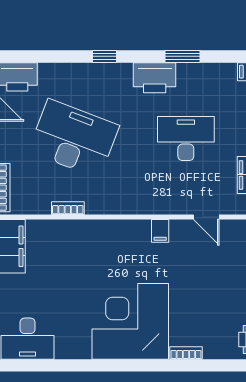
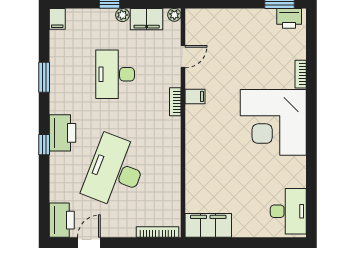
printer: (155, 78) -> (62, 133), moved
bookcase: (68, 208) -> (175, 102), moved

